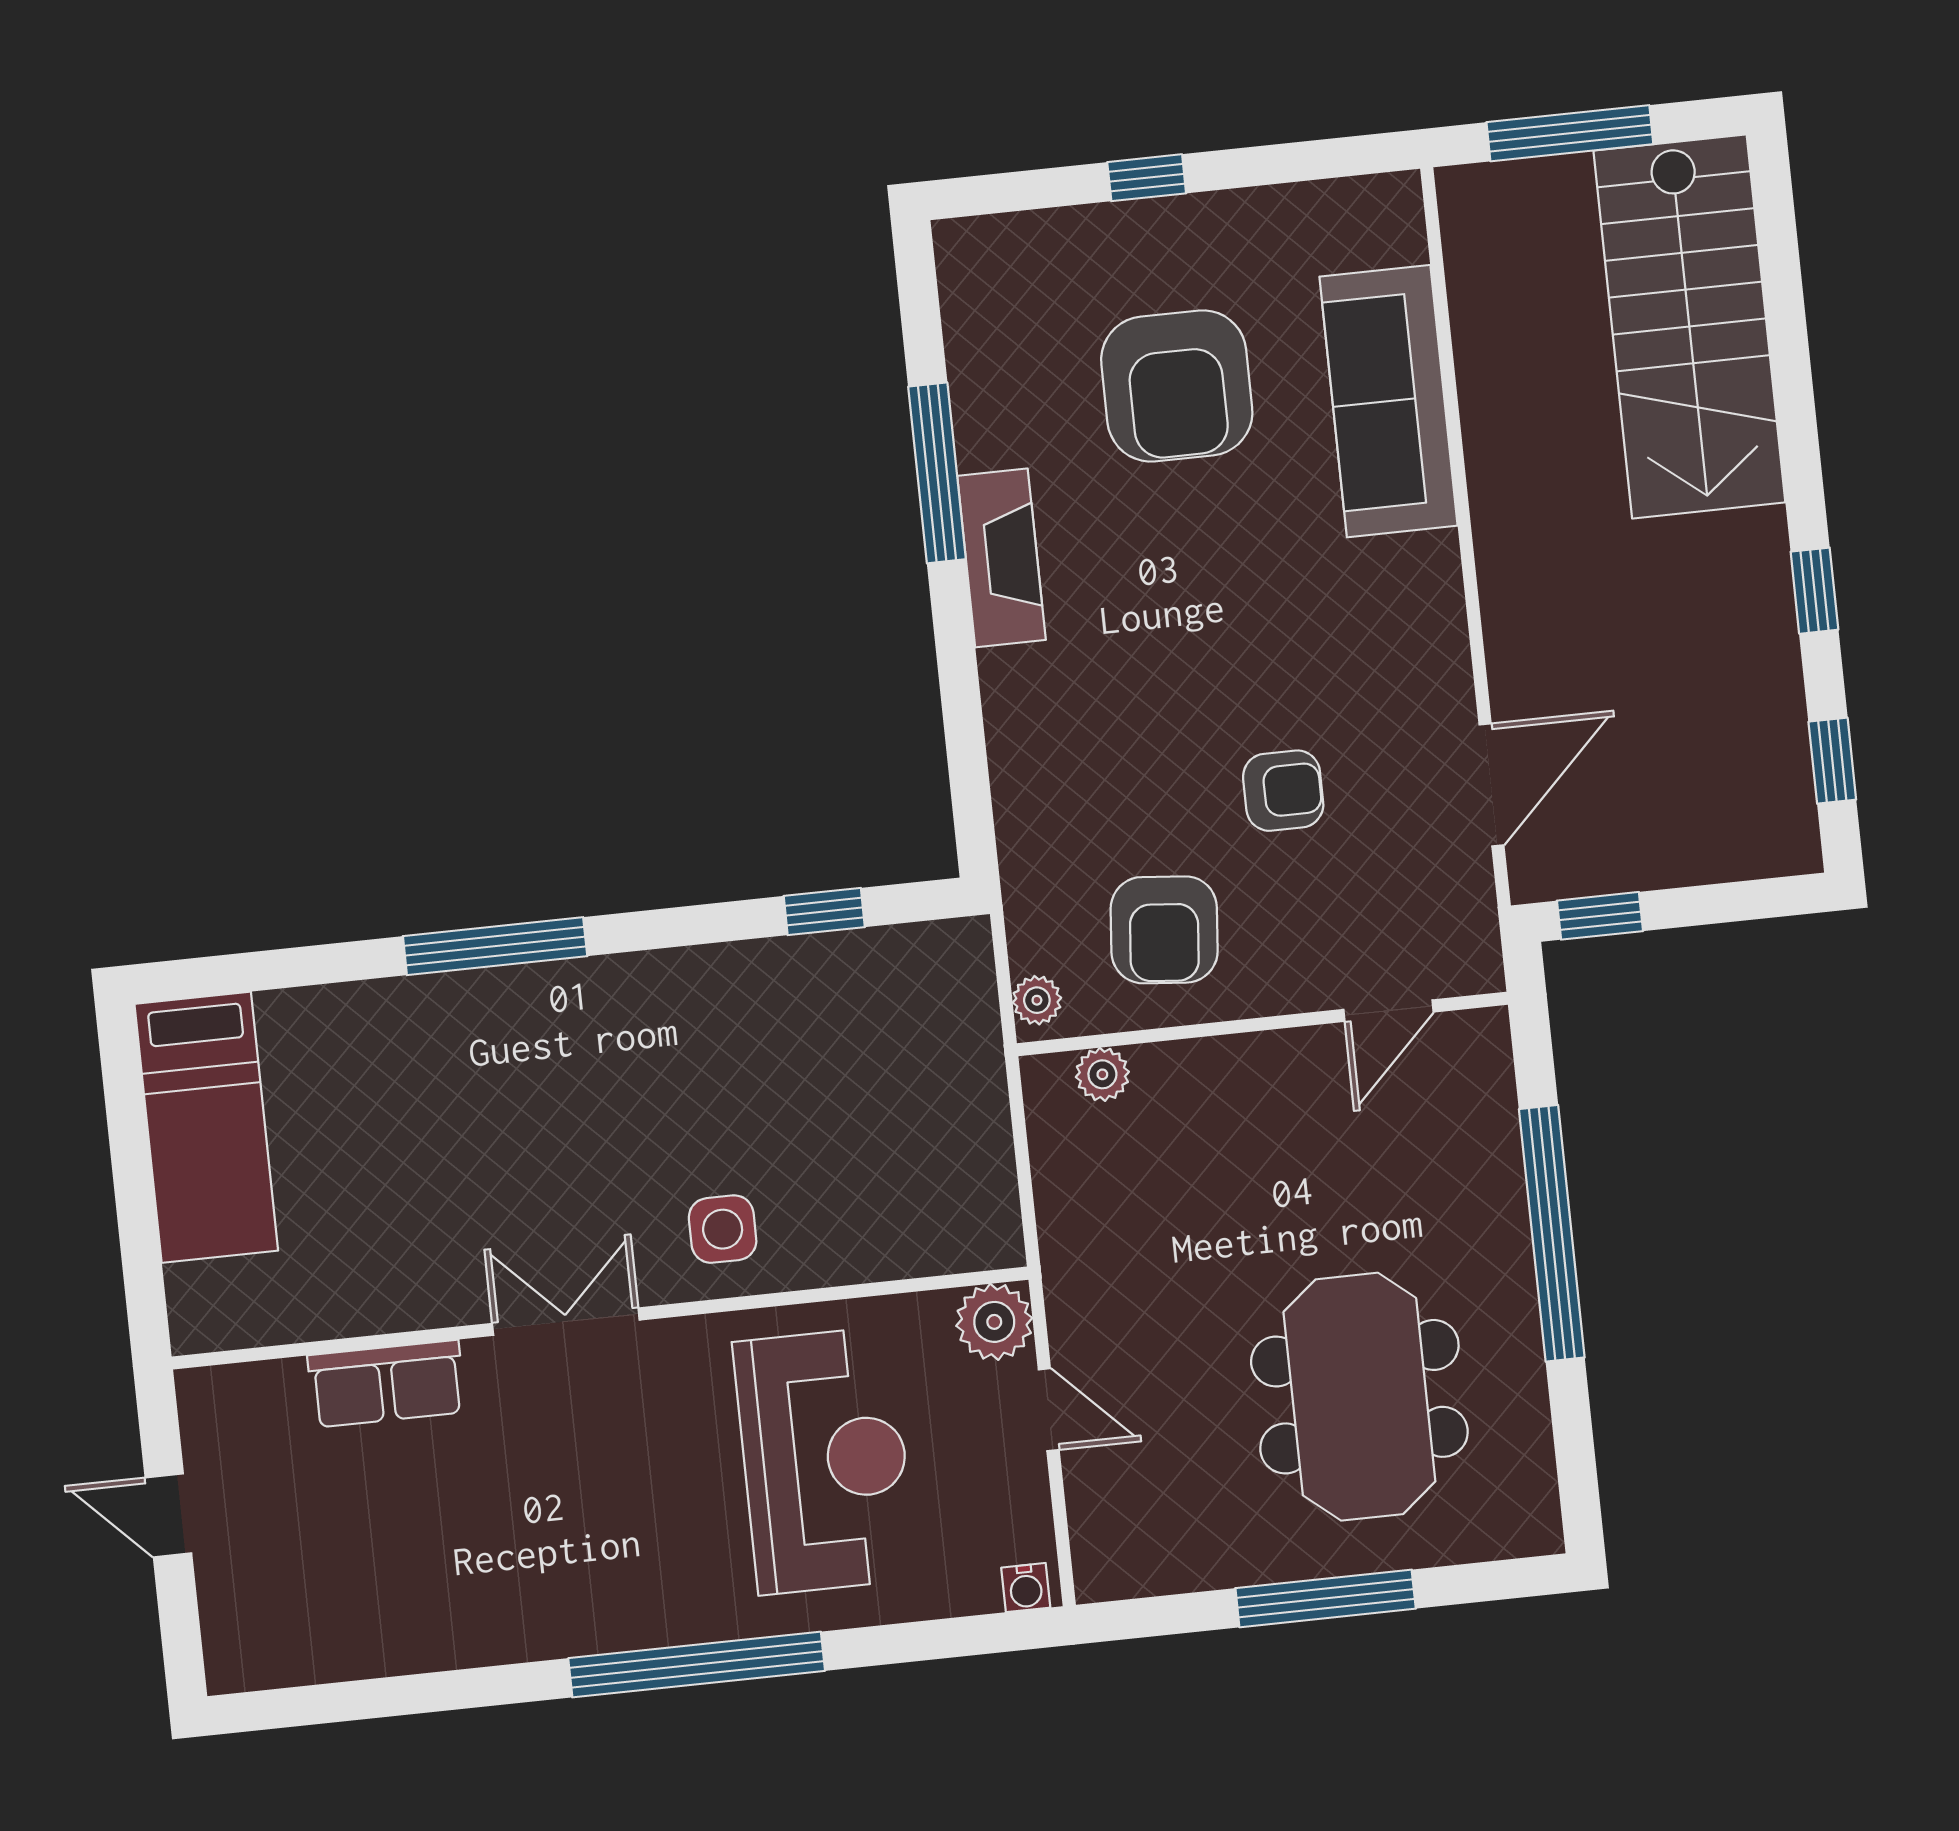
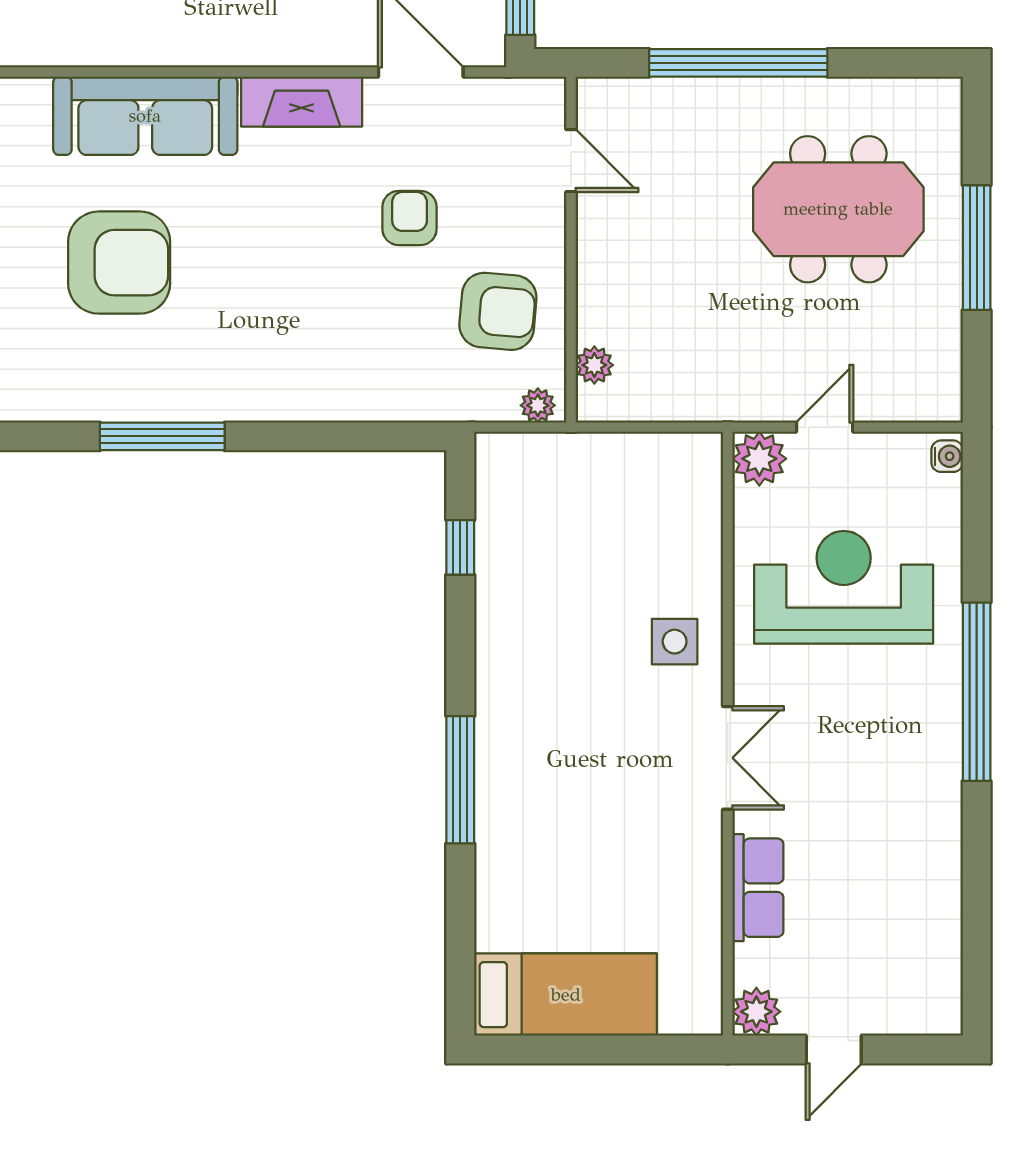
fireplace: (1001, 558) -> (302, 102), moved, turned 180
double door: (566, 1322) -> (728, 758), swing flipped
plant: (211, 1400) -> (756, 1012), added

